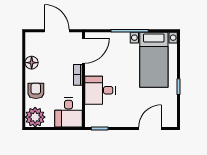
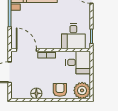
desk: (100, 90) -> (73, 36), moved
armchair: (36, 91) -> (60, 90), turned 90

